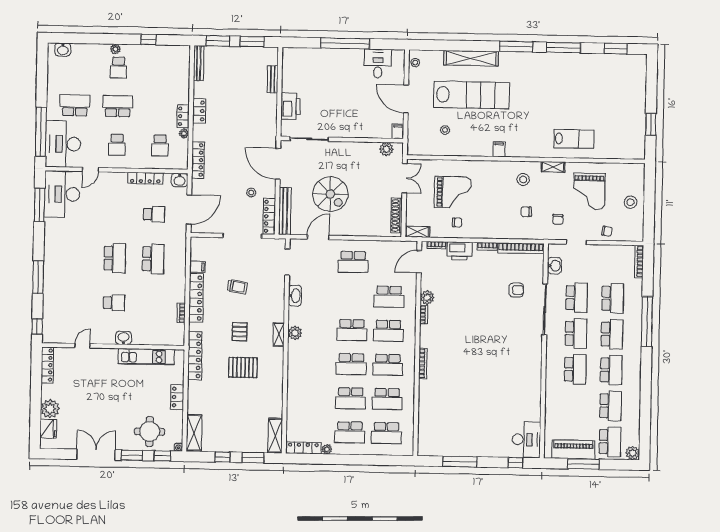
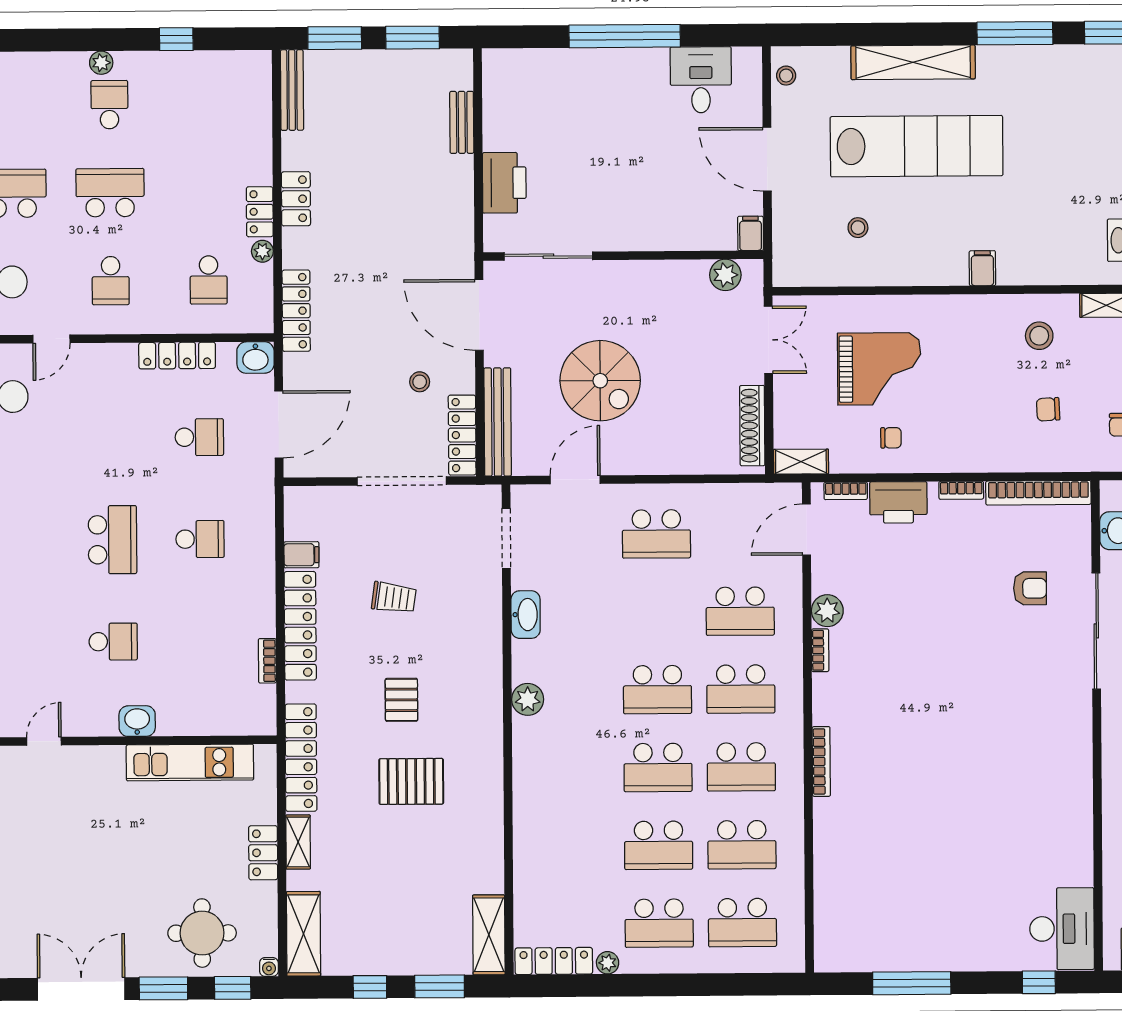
school desk: (118, 68) -> (109, 105), turned 180
school desk: (153, 259) -> (200, 539), width x0.54
shelving: (279, 335) -> (298, 842), moved

